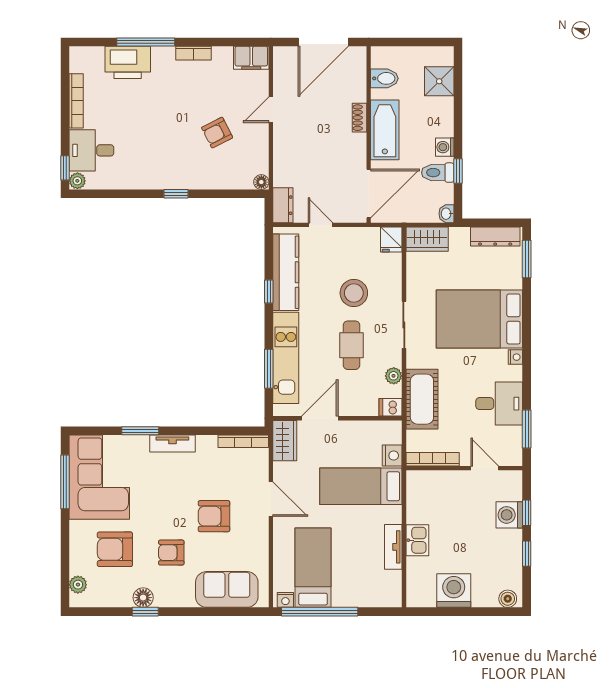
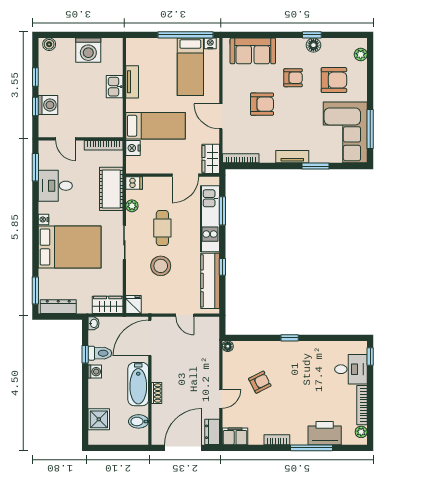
plant: (77, 181) -> (361, 432), moved
dresser: (283, 205) -> (212, 432), moved

